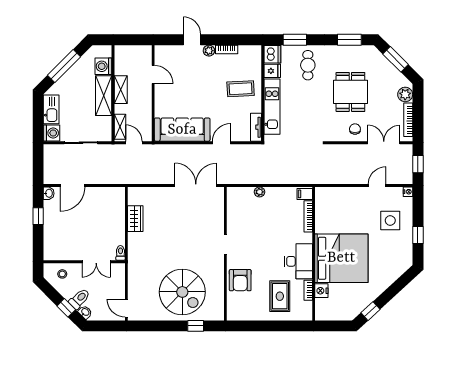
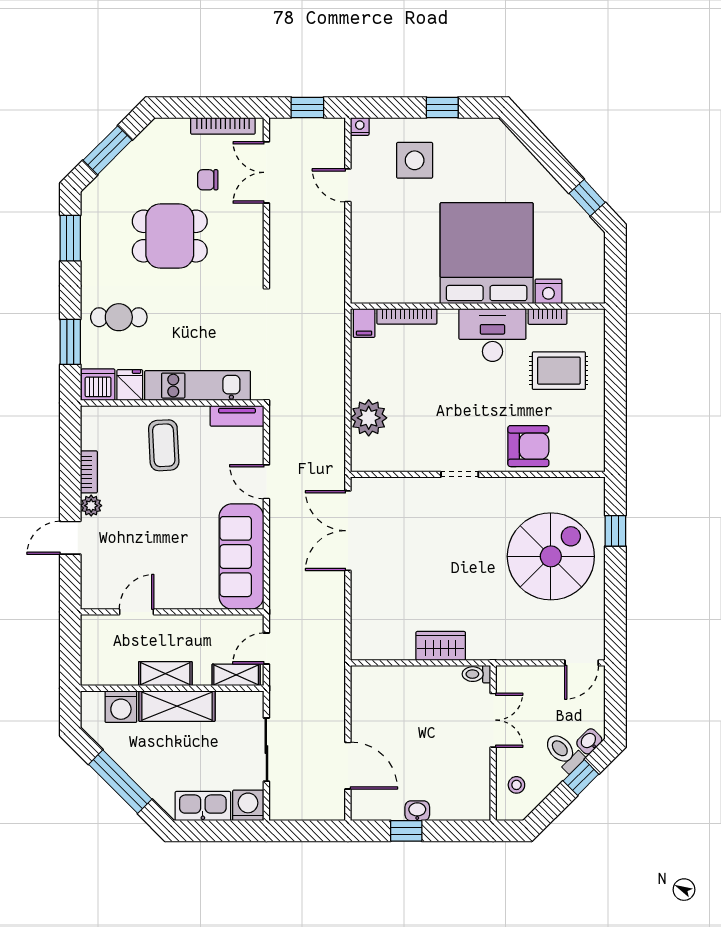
plant: (405, 94) -> (175, 132), removed
chair: (355, 129) -> (208, 180), moved
plant: (259, 192) -> (369, 418), width x1.88, depth x1.88
washbasin: (49, 193) -> (417, 811), moved
wardrobe: (135, 219) -> (441, 646), moved

